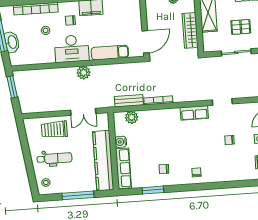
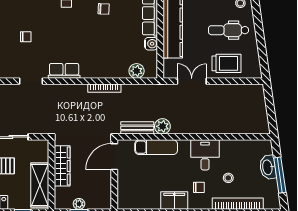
desk: (72, 49) -> (205, 155), width x0.73
plant: (84, 73) -> (162, 126), moved
window: (12, 87) -> (271, 116), removed
bench: (129, 101) -> (137, 128), moved

